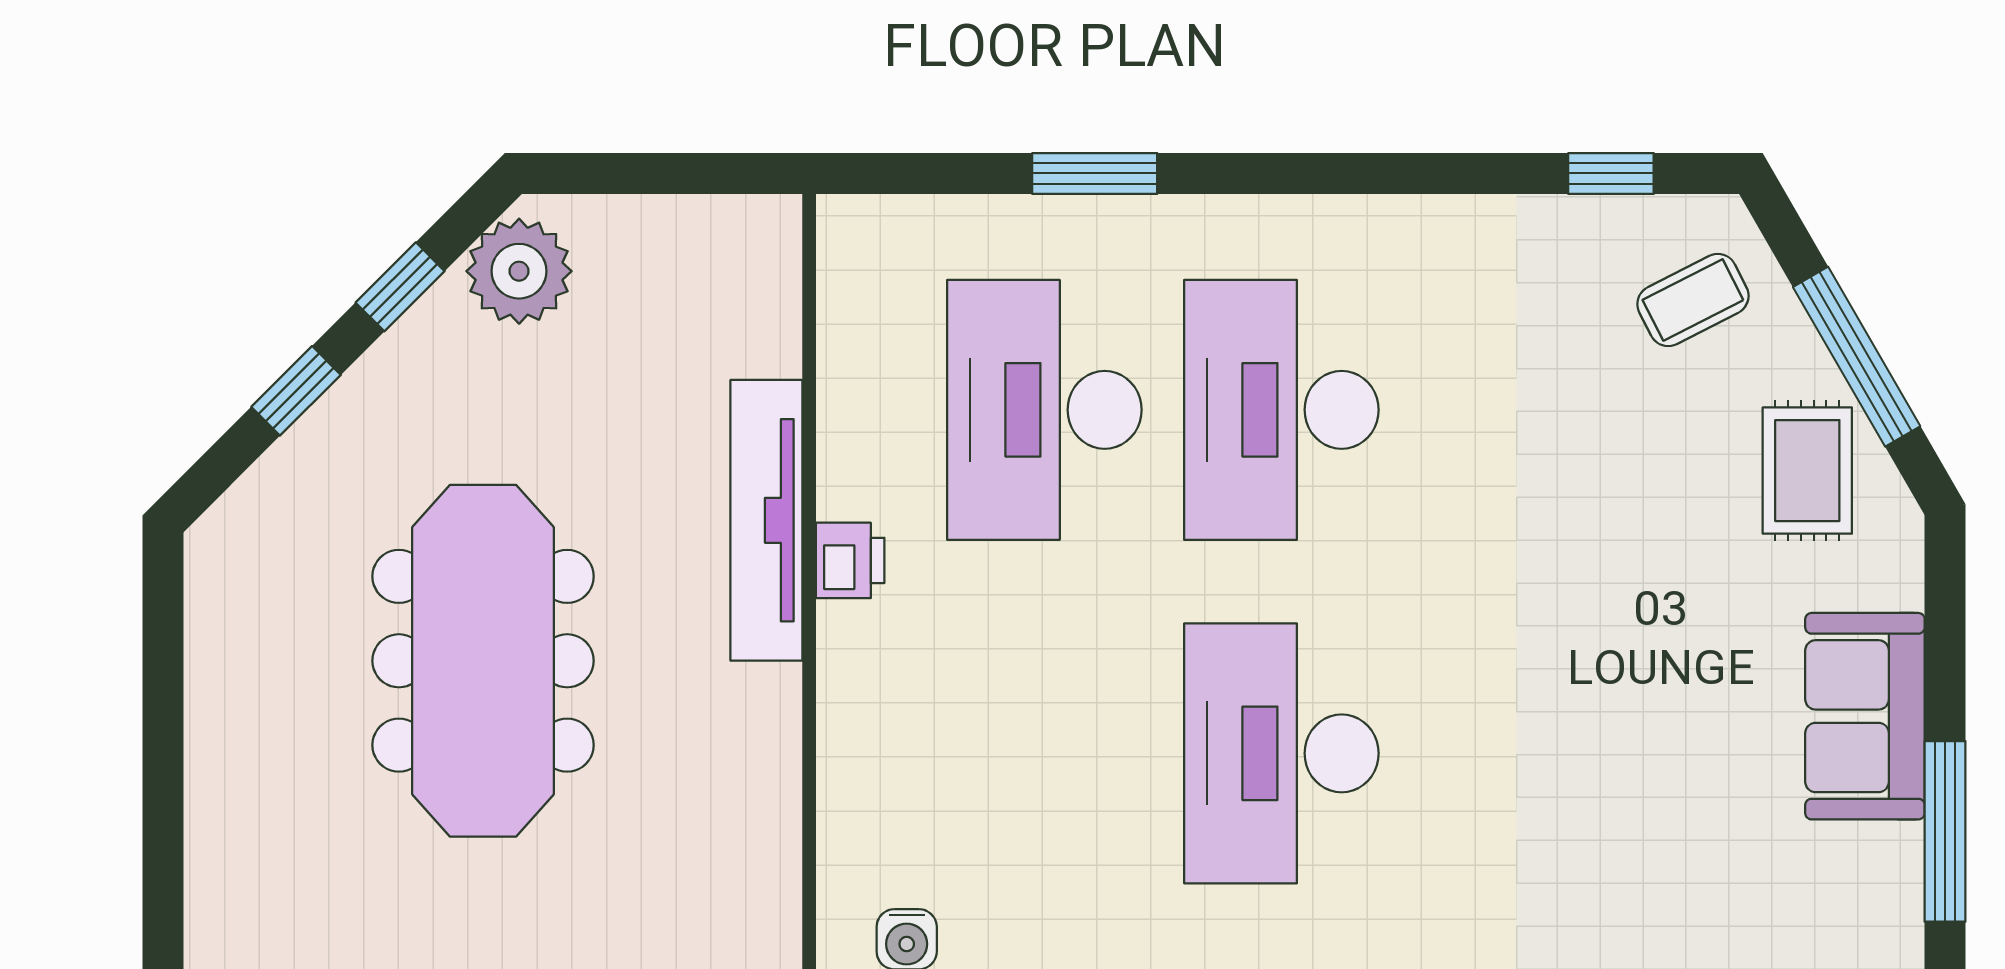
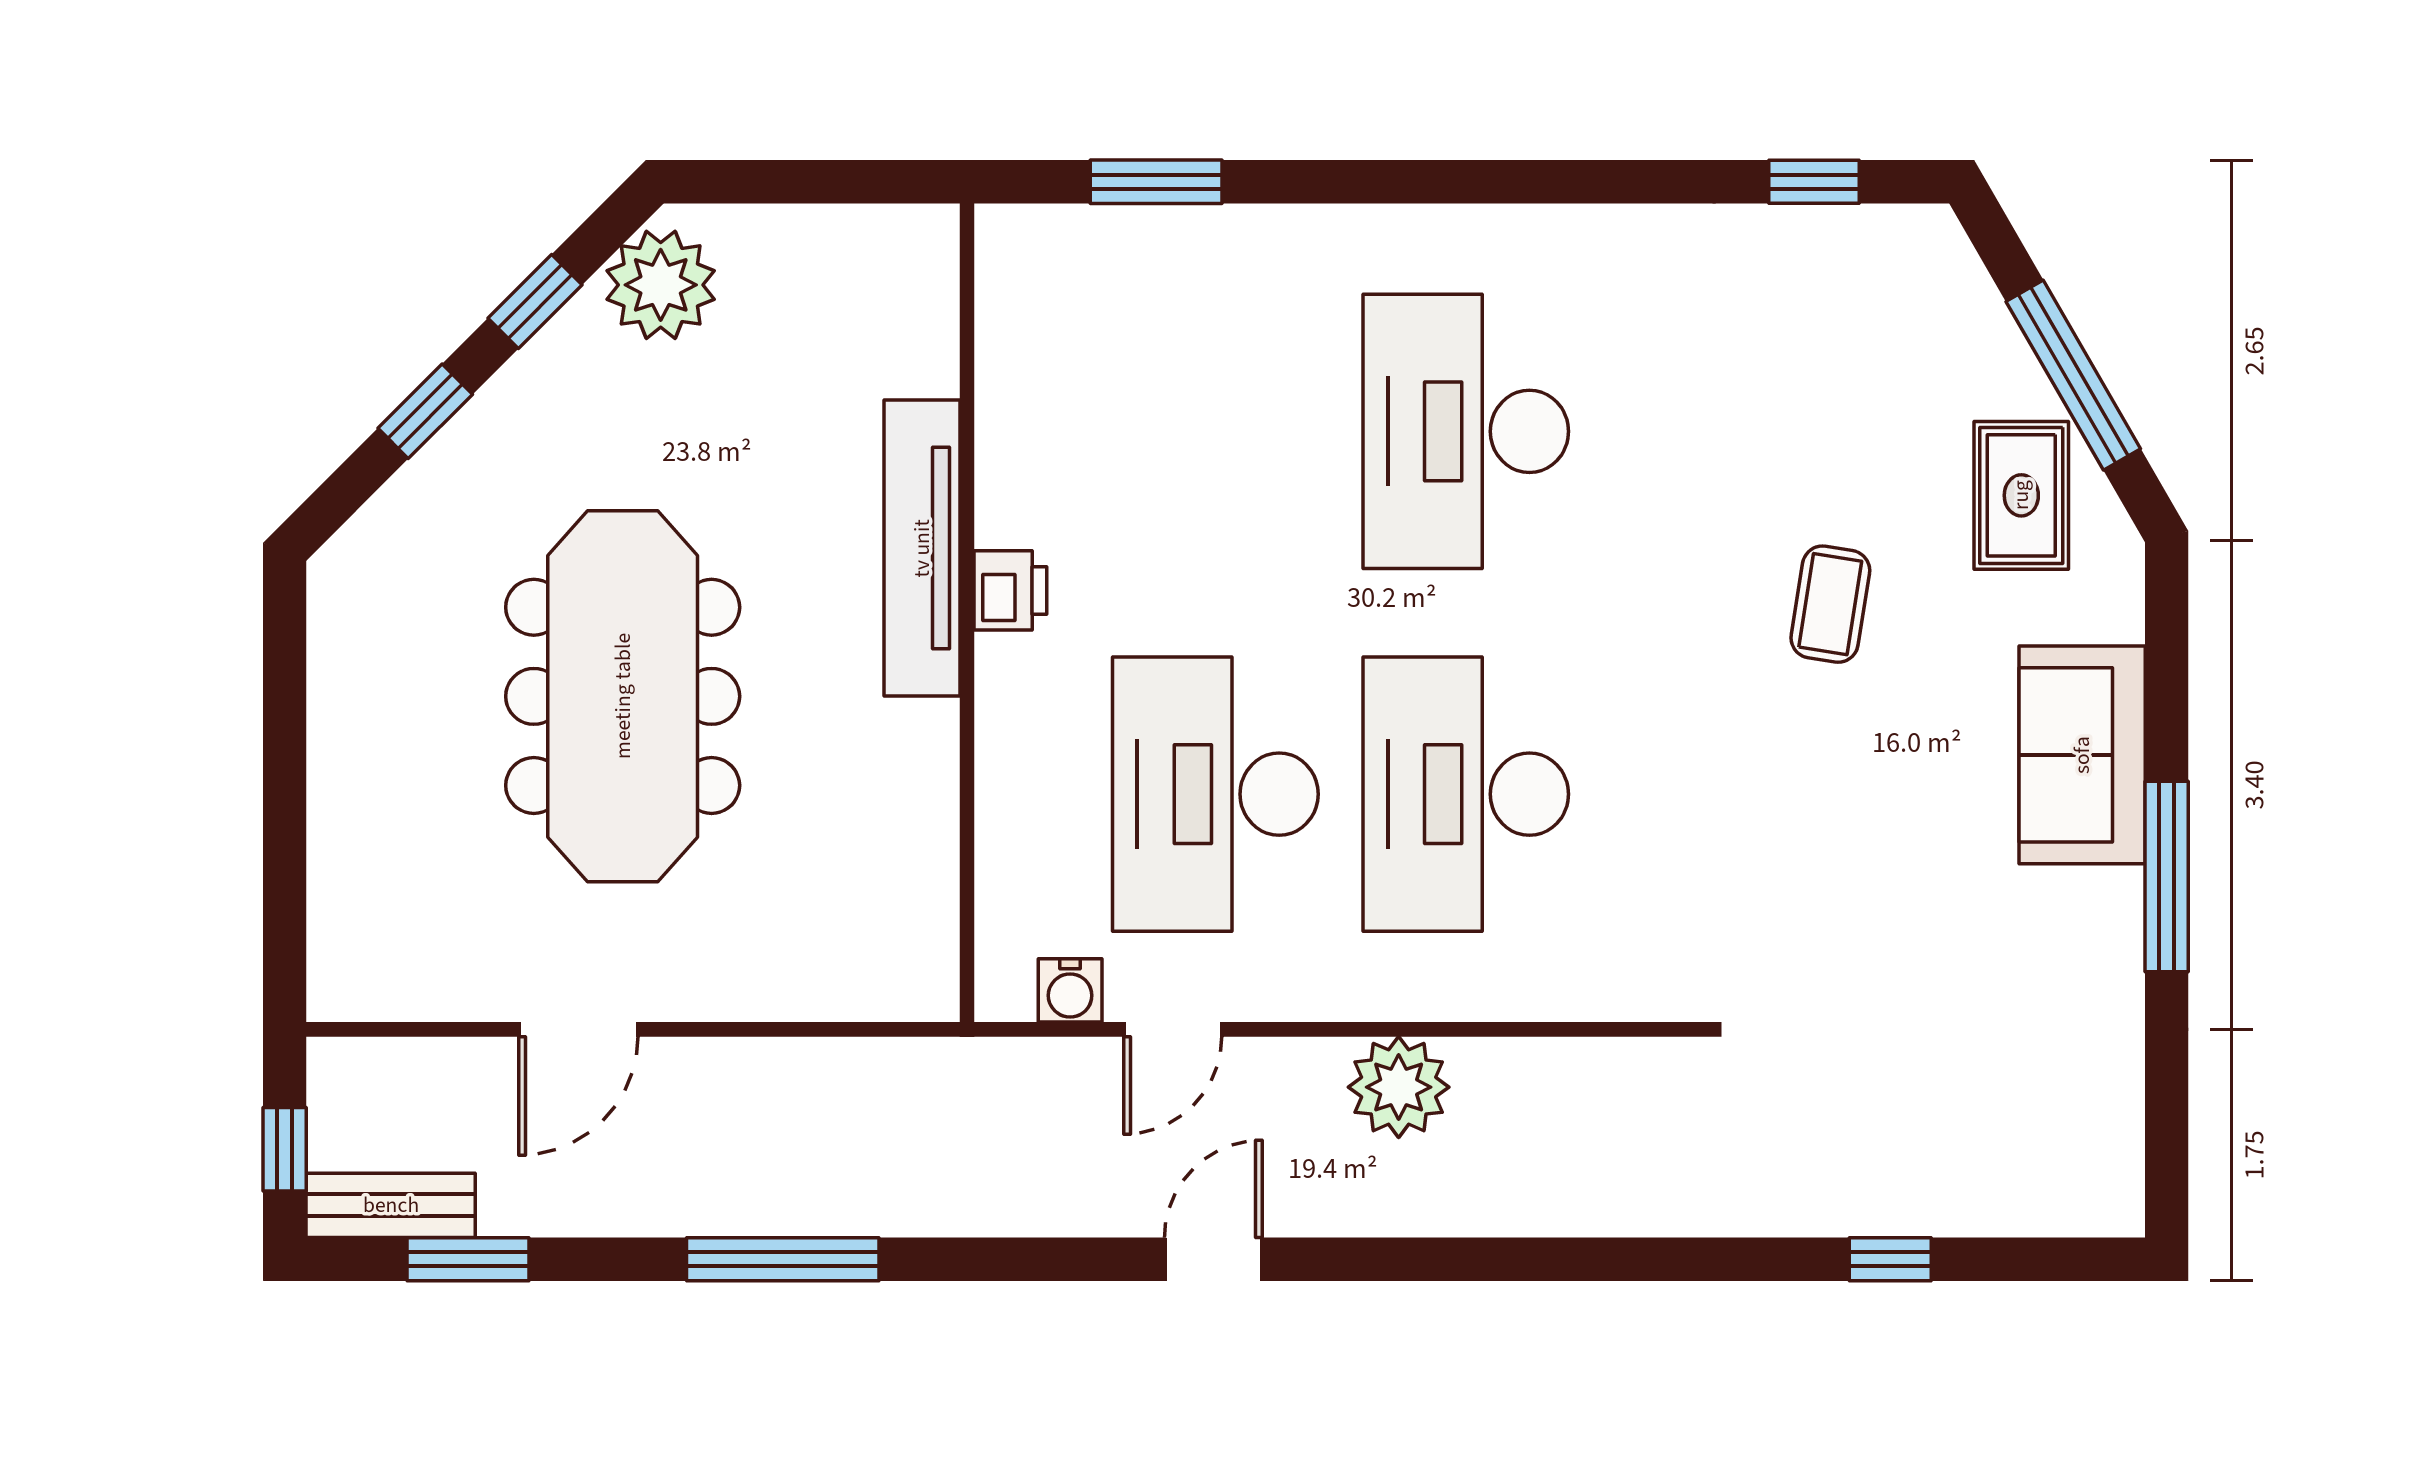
window: (1095, 173) -> (1156, 182), moved
coffee table: (1693, 300) -> (1830, 604), moved, turned -54
desk: (1044, 410) -> (1215, 794), moved

